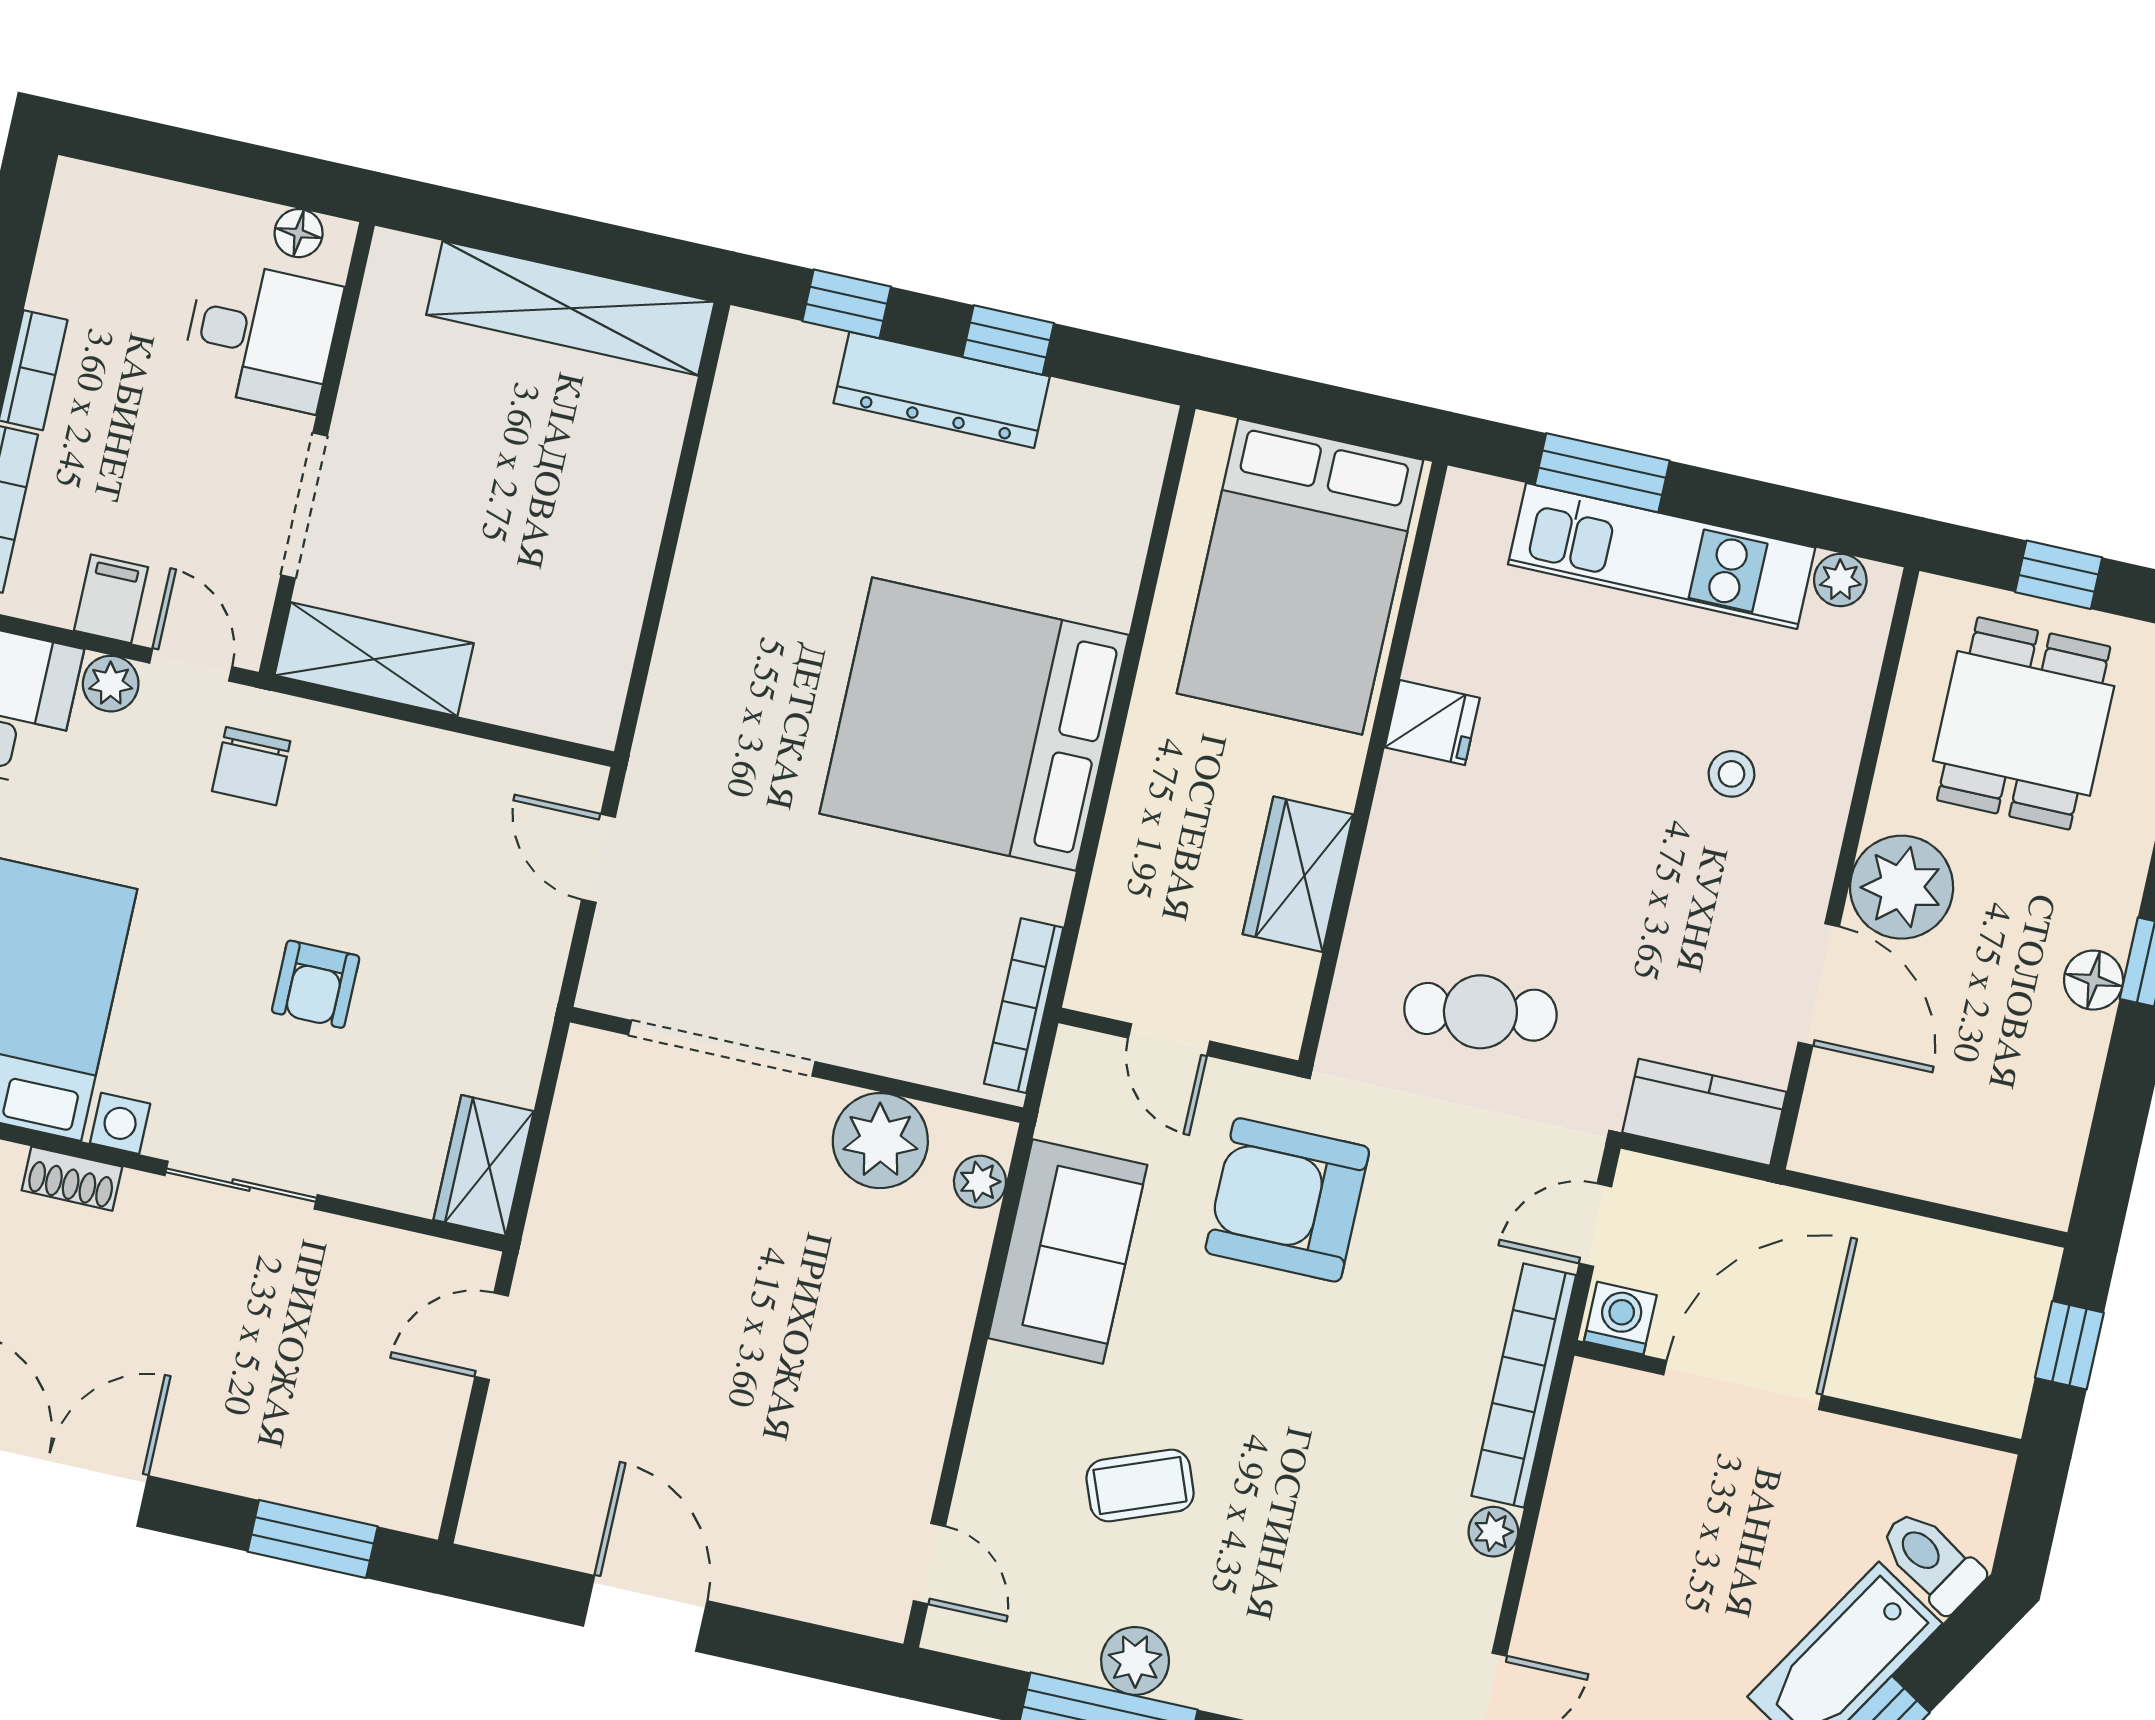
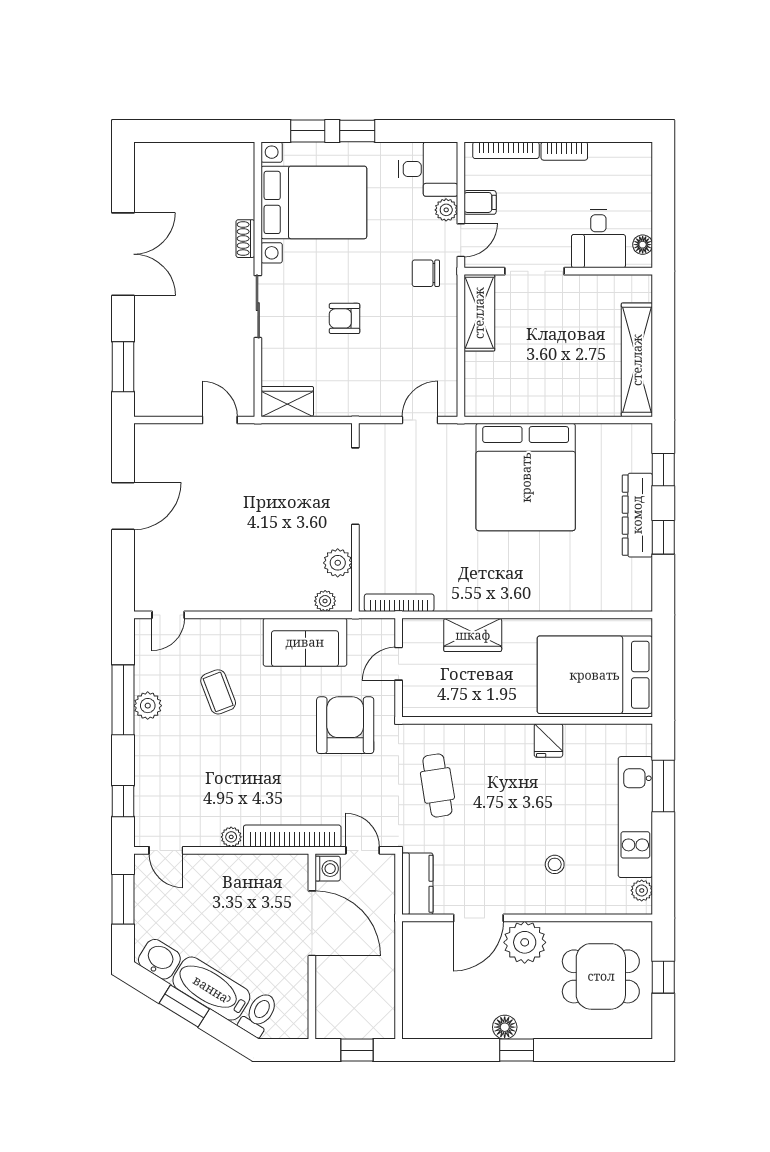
bed: (974, 724) -> (526, 477), moved, turned 180
wardrobe: (1298, 874) -> (473, 635), moved, turned 180
plant: (880, 1141) -> (338, 563), width x0.73, depth x0.73

